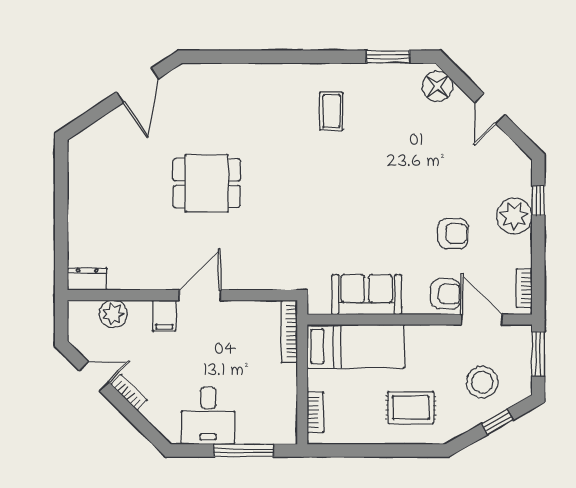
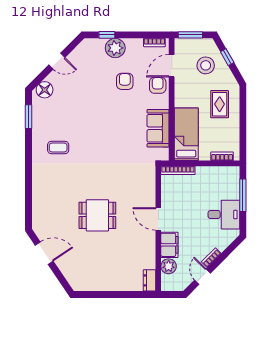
dining table: (207, 183) -> (97, 215), turned 90
filing cabinet: (164, 316) -> (169, 245), width x2.00

